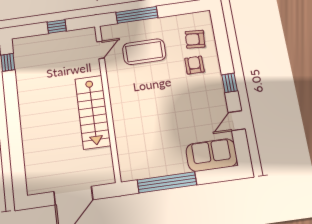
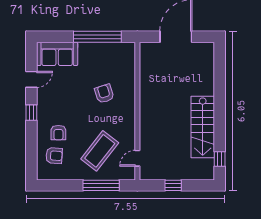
coffee table: (144, 52) -> (100, 151), turned -52
stairs: (93, 112) -> (203, 127), moved, turned 180
armchair: (149, 116) -> (104, 94), added

